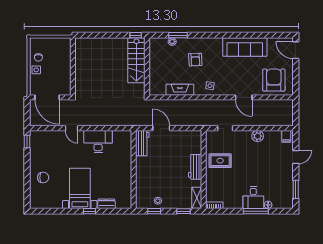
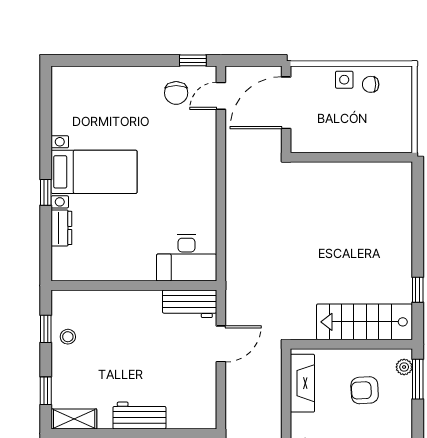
stairs: (136, 60) -> (365, 322), moved
armchair: (195, 60) -> (365, 390), moved
wall: (147, 67) -> (351, 344), moved
door: (72, 128) -> (221, 96), moved
desk: (98, 141) -> (187, 258), moved, turned 90
chair: (43, 178) -> (176, 93), moved

